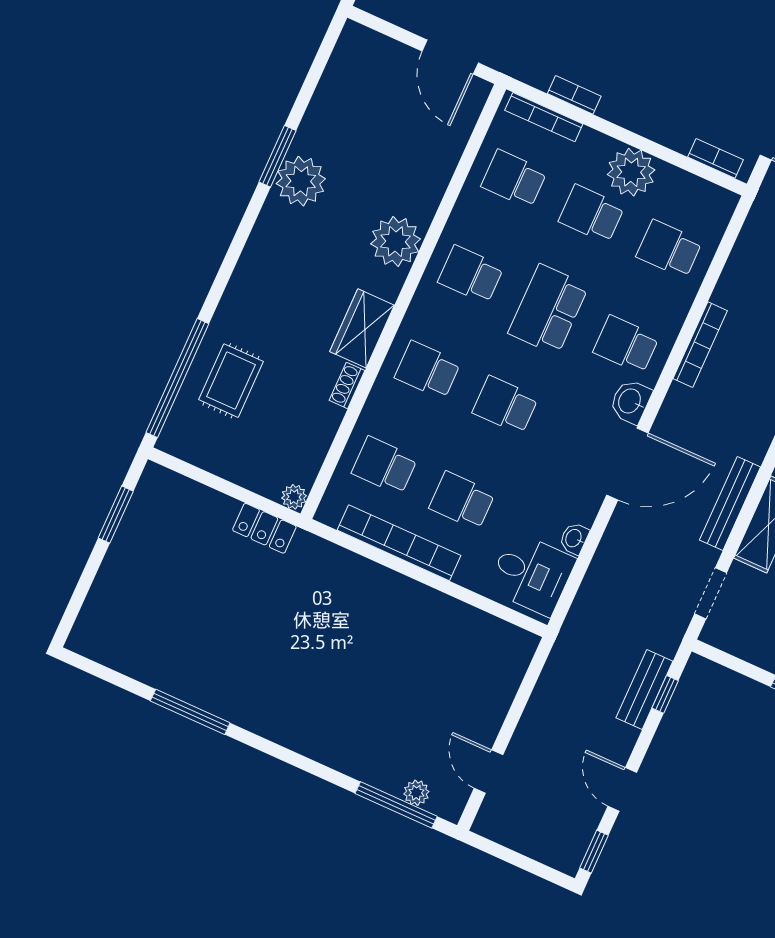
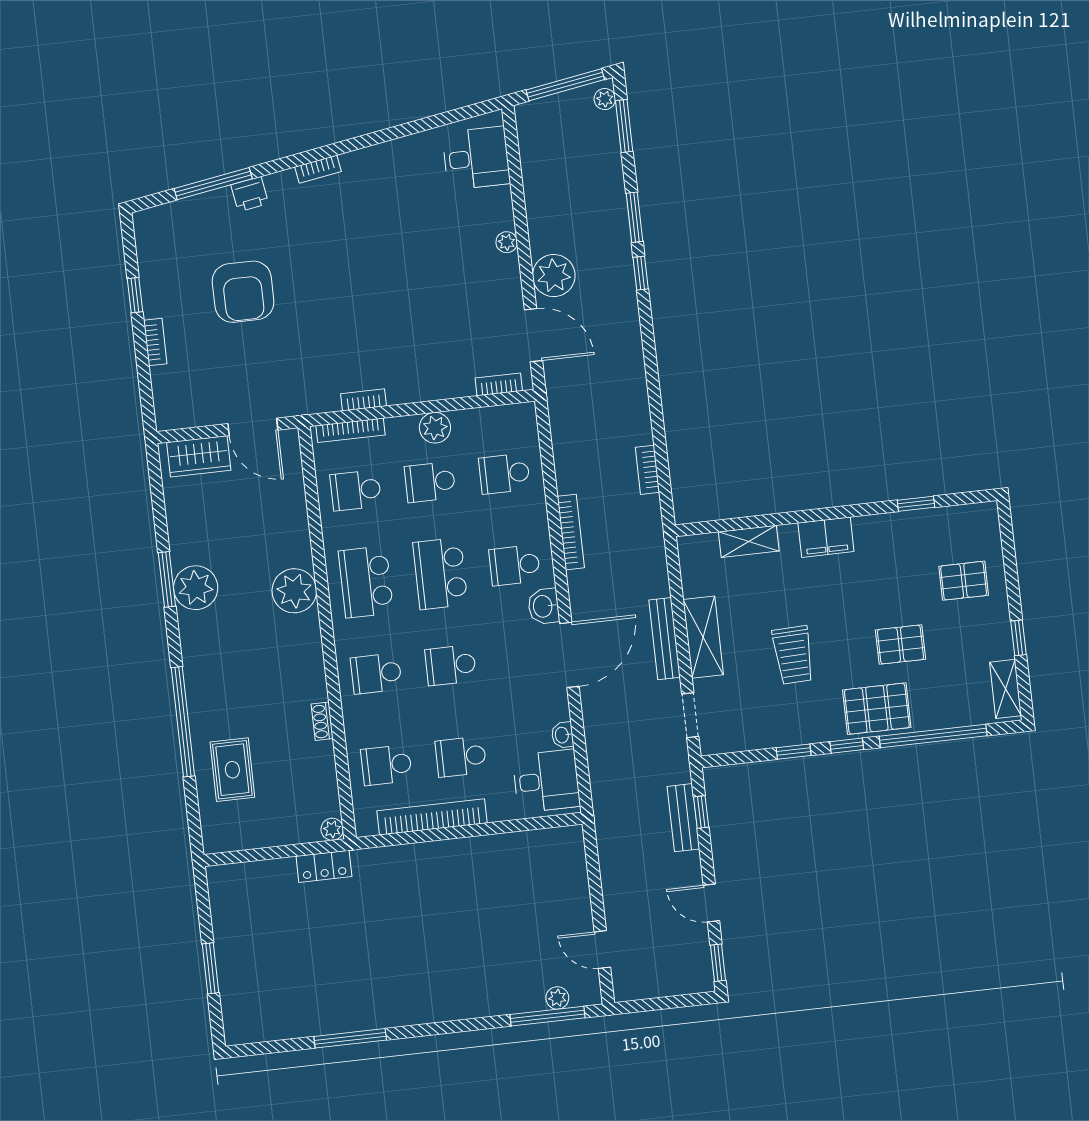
plant: (631, 172) -> (435, 428), width x0.73, depth x0.73
school desk: (471, 274) -> (366, 582), width x1.85
wardrobe: (362, 328) -> (199, 456), moved, turned -90
window: (177, 378) -> (183, 722), moved
window: (116, 515) -> (211, 968), moved

